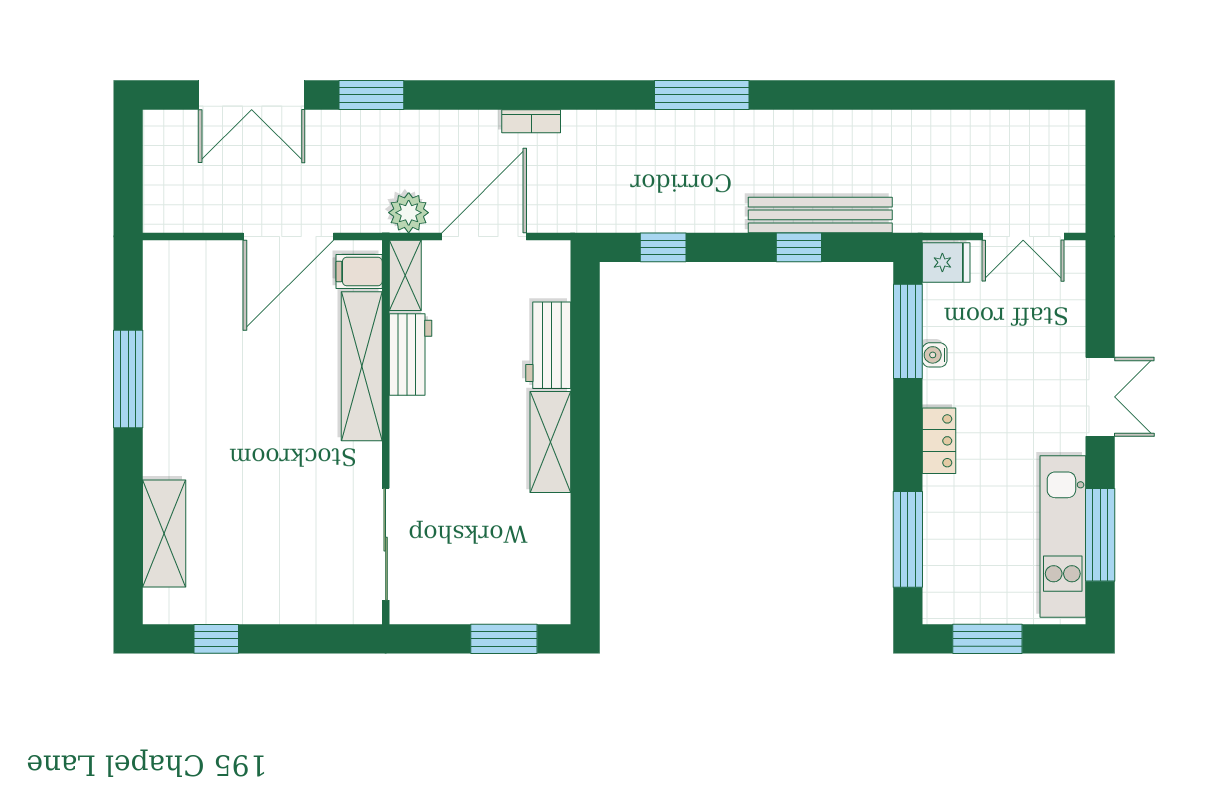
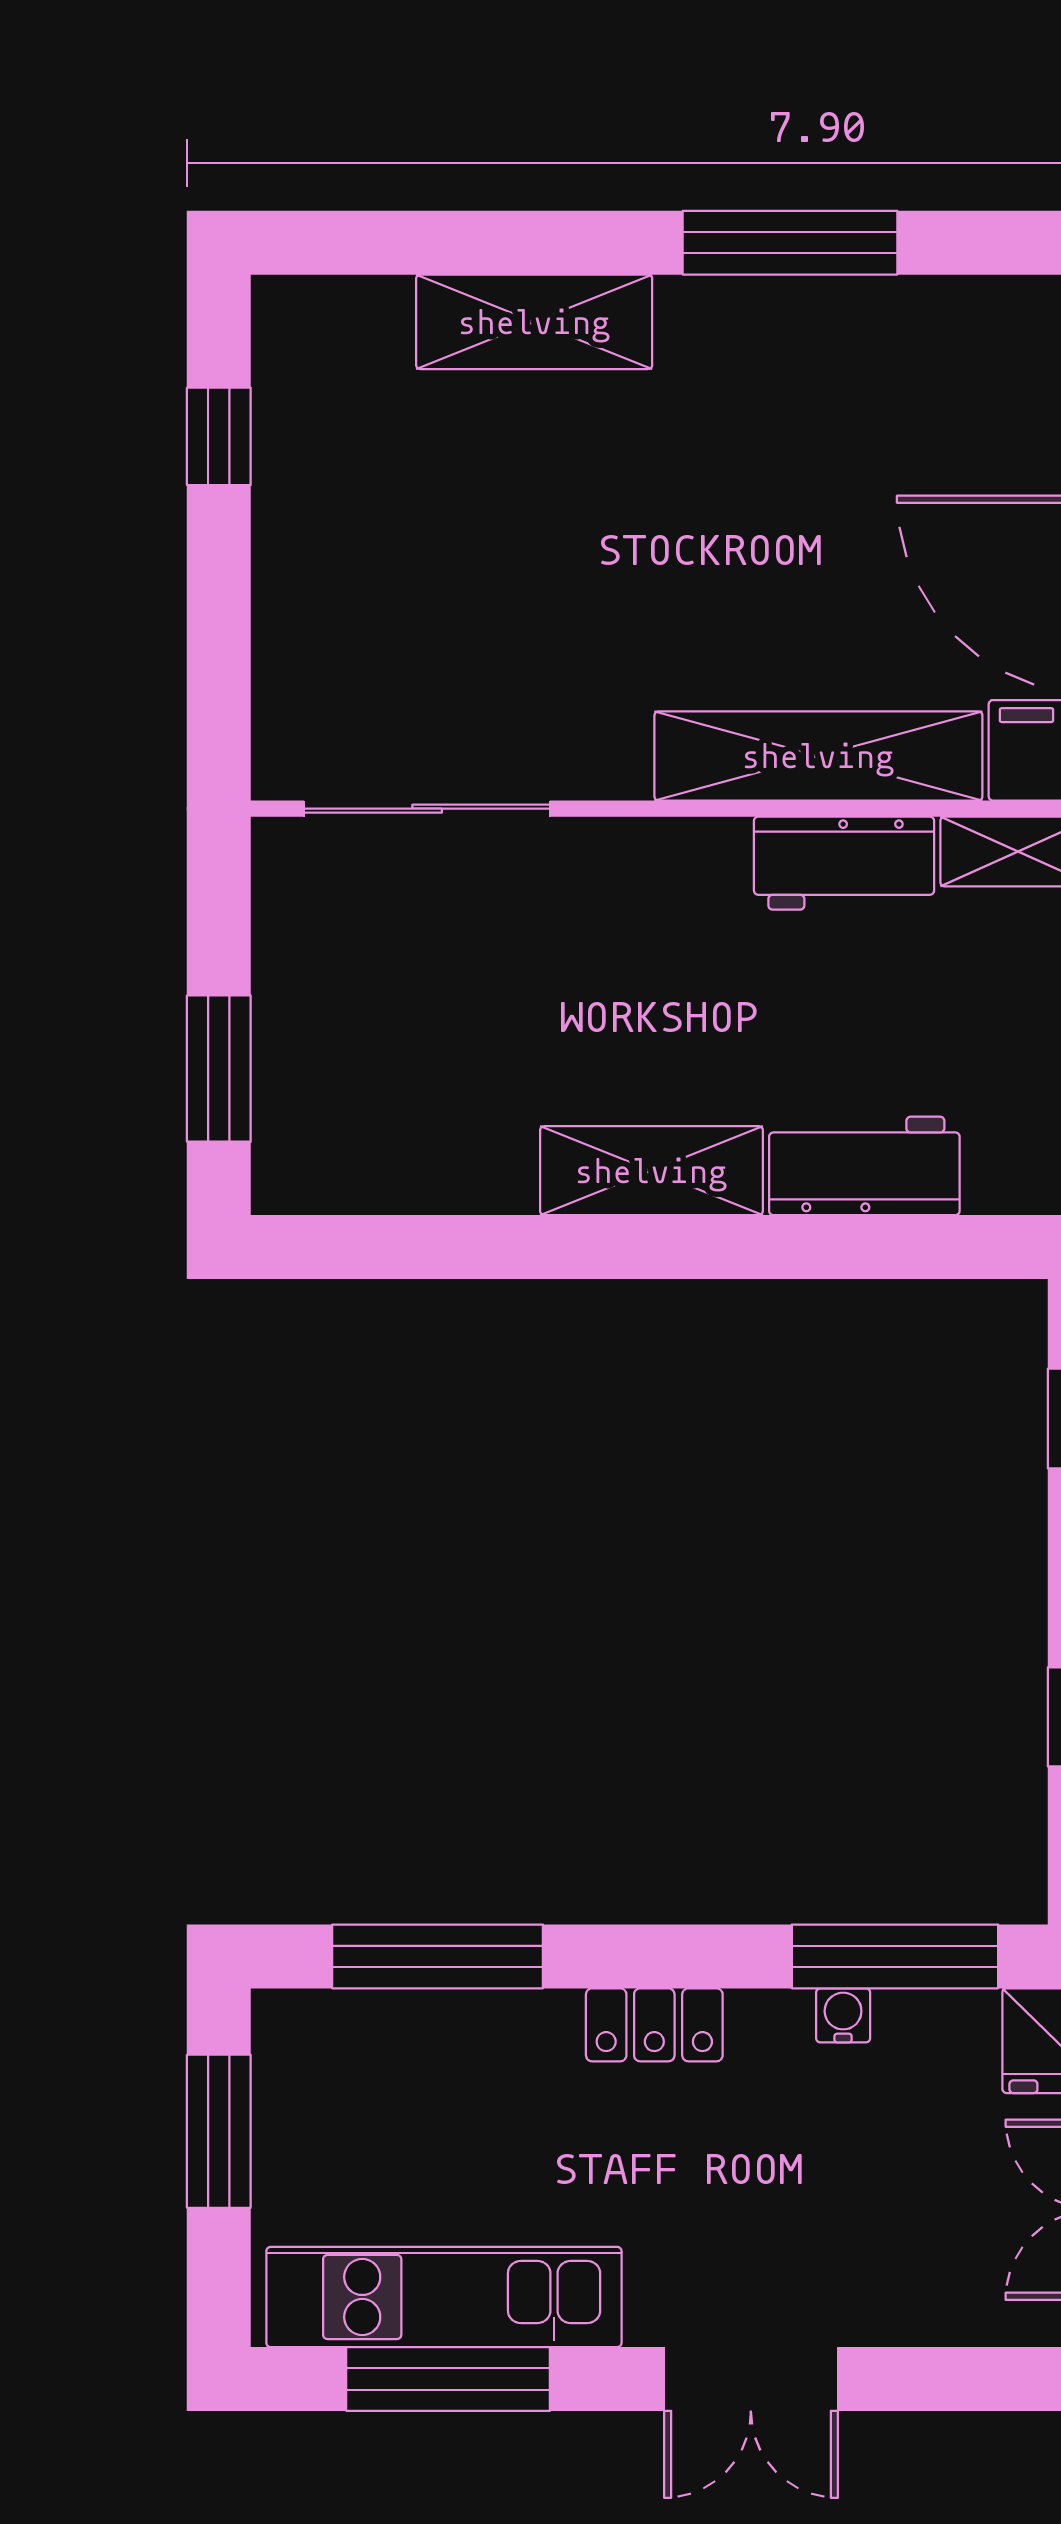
shelving: (164, 534) -> (534, 322), moved

